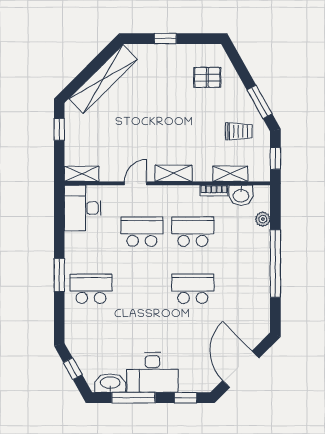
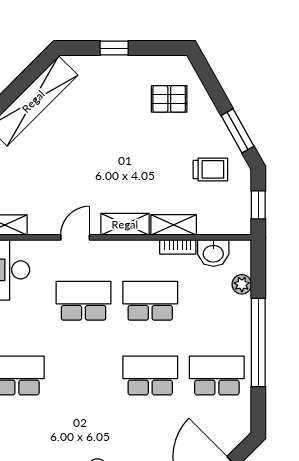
shelving: (230, 174) -> (174, 225), moved
school desk: (244, 289) -> (217, 375), added

